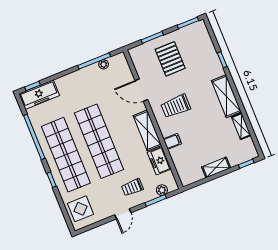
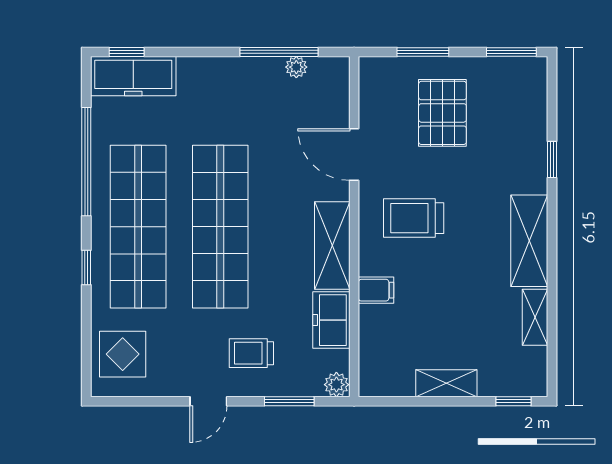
plant: (162, 190) -> (336, 385), moved

